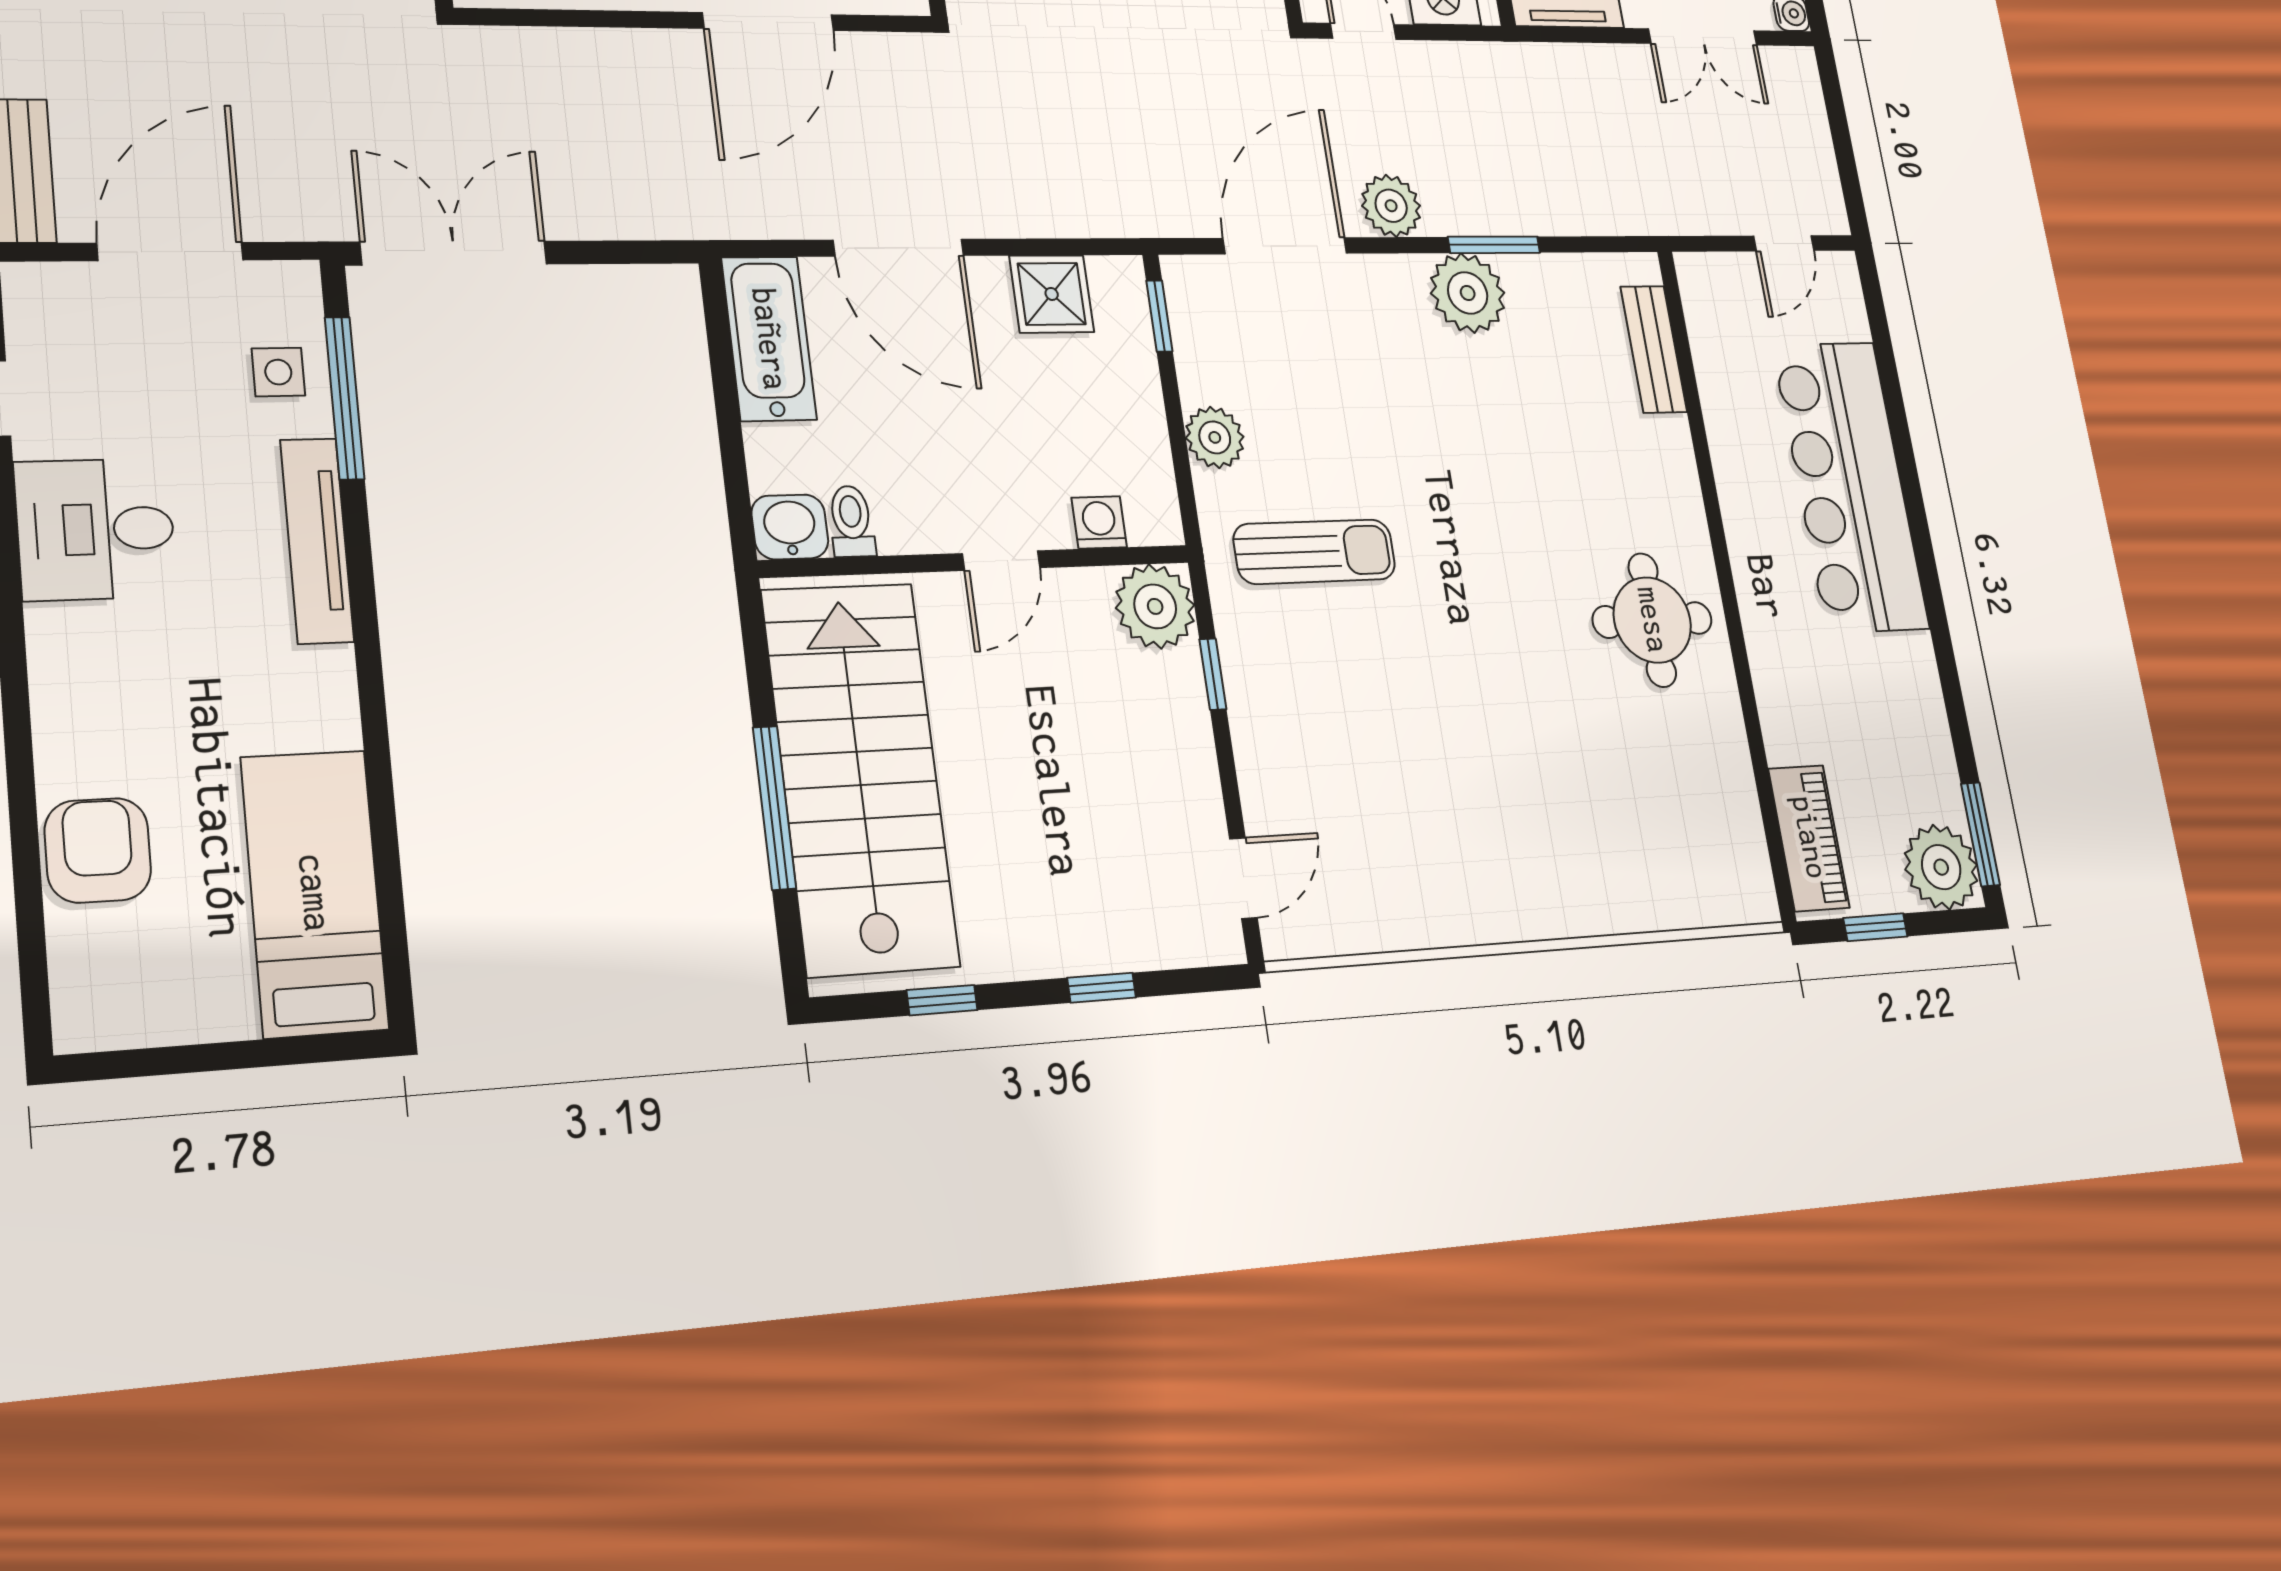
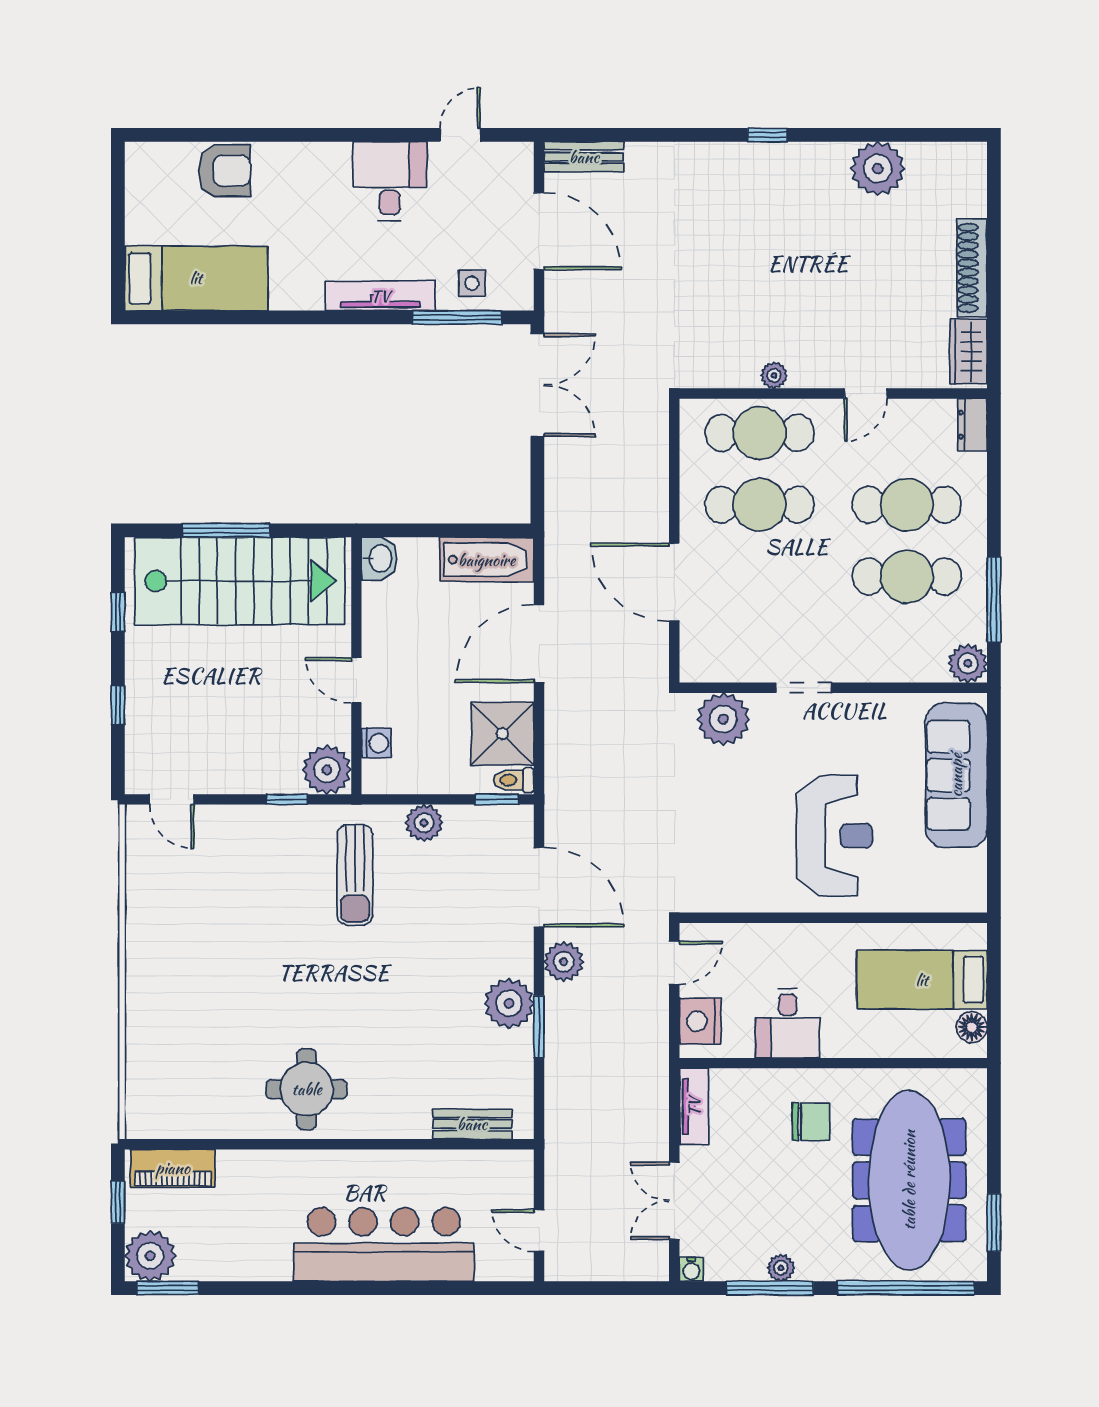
shower: (1052, 294) -> (503, 734), width x1.36, depth x1.36
toilet: (851, 521) -> (514, 780), moved, turned 180

